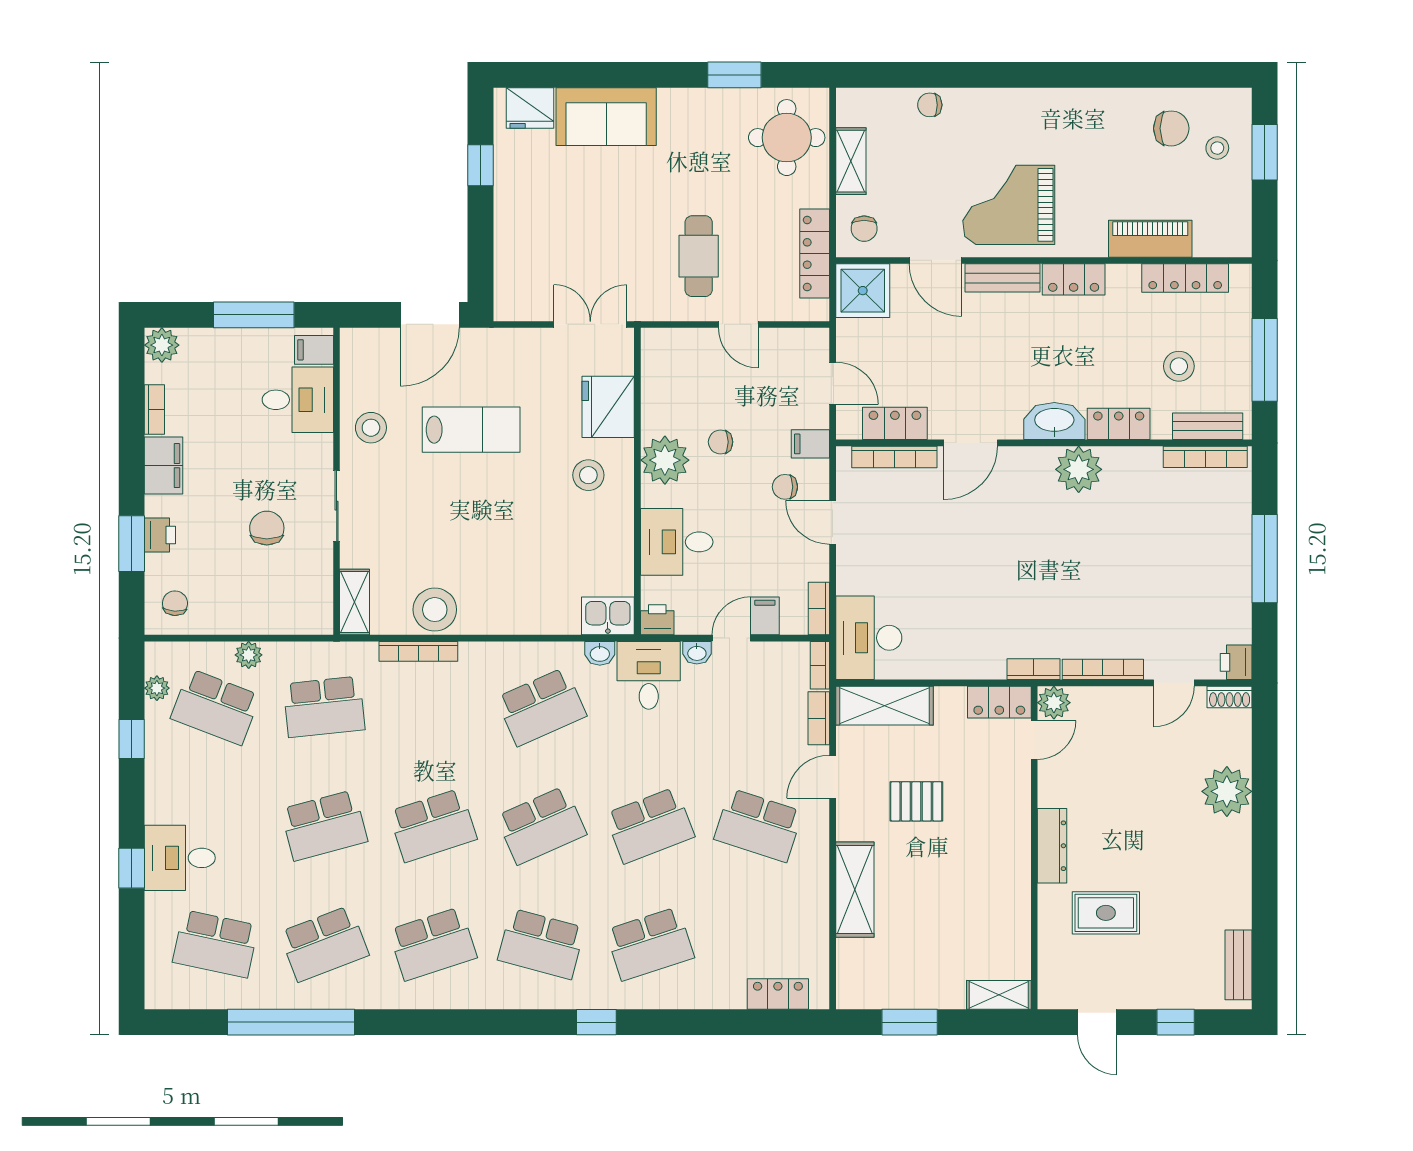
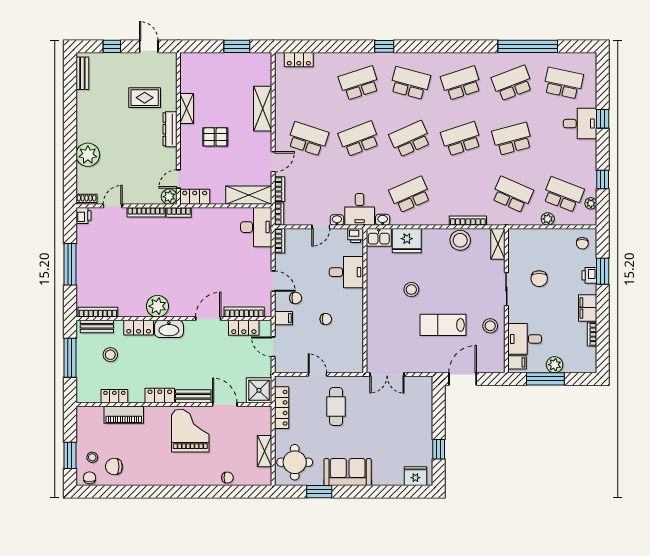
sofa: (606, 117) -> (348, 472), moved
grand piano: (1009, 205) -> (190, 431), turned -90
chair: (864, 229) -> (89, 478), moved
locker: (1185, 278) -> (114, 396), width x0.66
plant: (162, 345) -> (555, 365), moved
fridge: (608, 407) -> (407, 241), moved, turned 90
plant: (665, 460) -> (352, 311), removed
stool: (588, 475) -> (411, 290), moved
filing cabinet: (765, 616) -> (305, 237), removed
school desk: (324, 707) -> (512, 195), turned 30
pallet: (916, 801) -> (215, 137), moved
shelving: (999, 995) -> (187, 108), moved, turned 90

